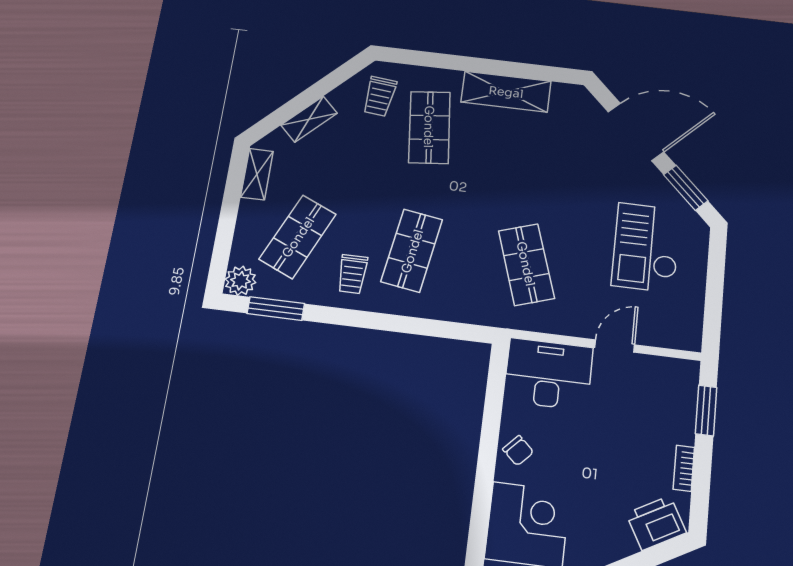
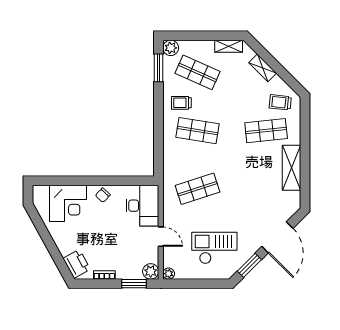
plant: (690, 340) -> (169, 274), added
plant: (683, 374) -> (151, 271), added

